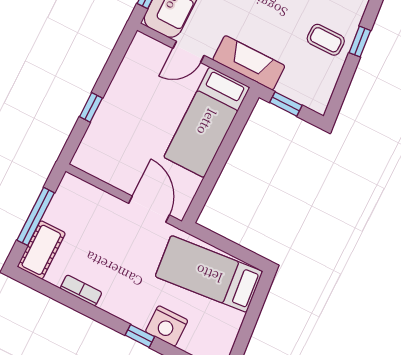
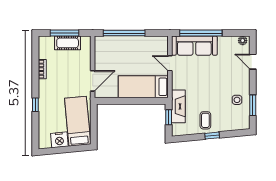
fireplace: (249, 63) -> (178, 106), moved
window: (91, 107) -> (124, 33), width x3.17
cot: (41, 250) -> (68, 43), moved
nightstand: (167, 326) -> (59, 140), moved, turned -95

